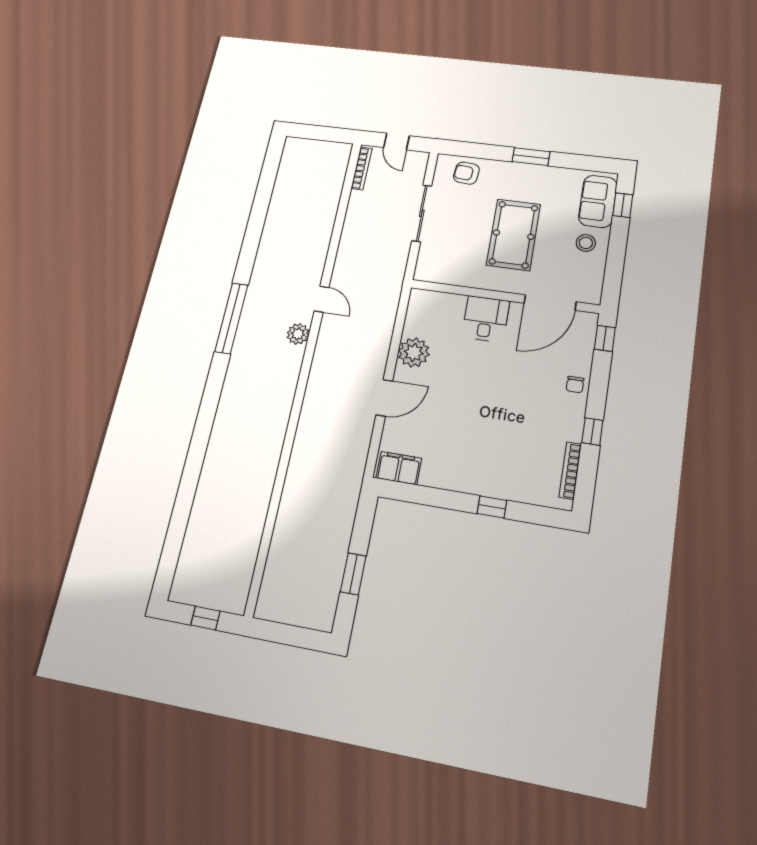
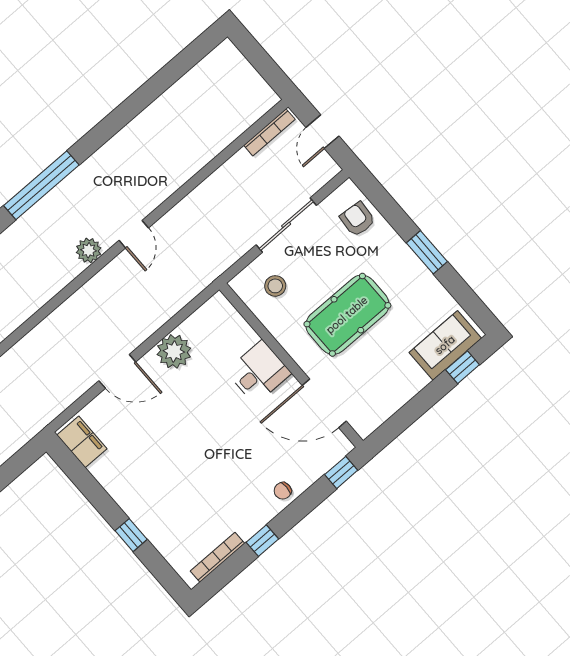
stool: (586, 243) -> (275, 286), moved

